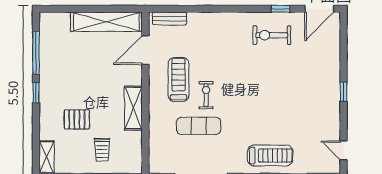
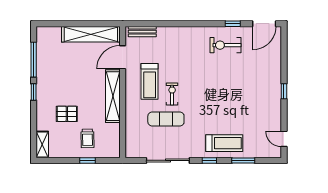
treadmill: (179, 80) -> (150, 81), turned 180
shelving: (133, 108) -> (113, 96), width x1.47

